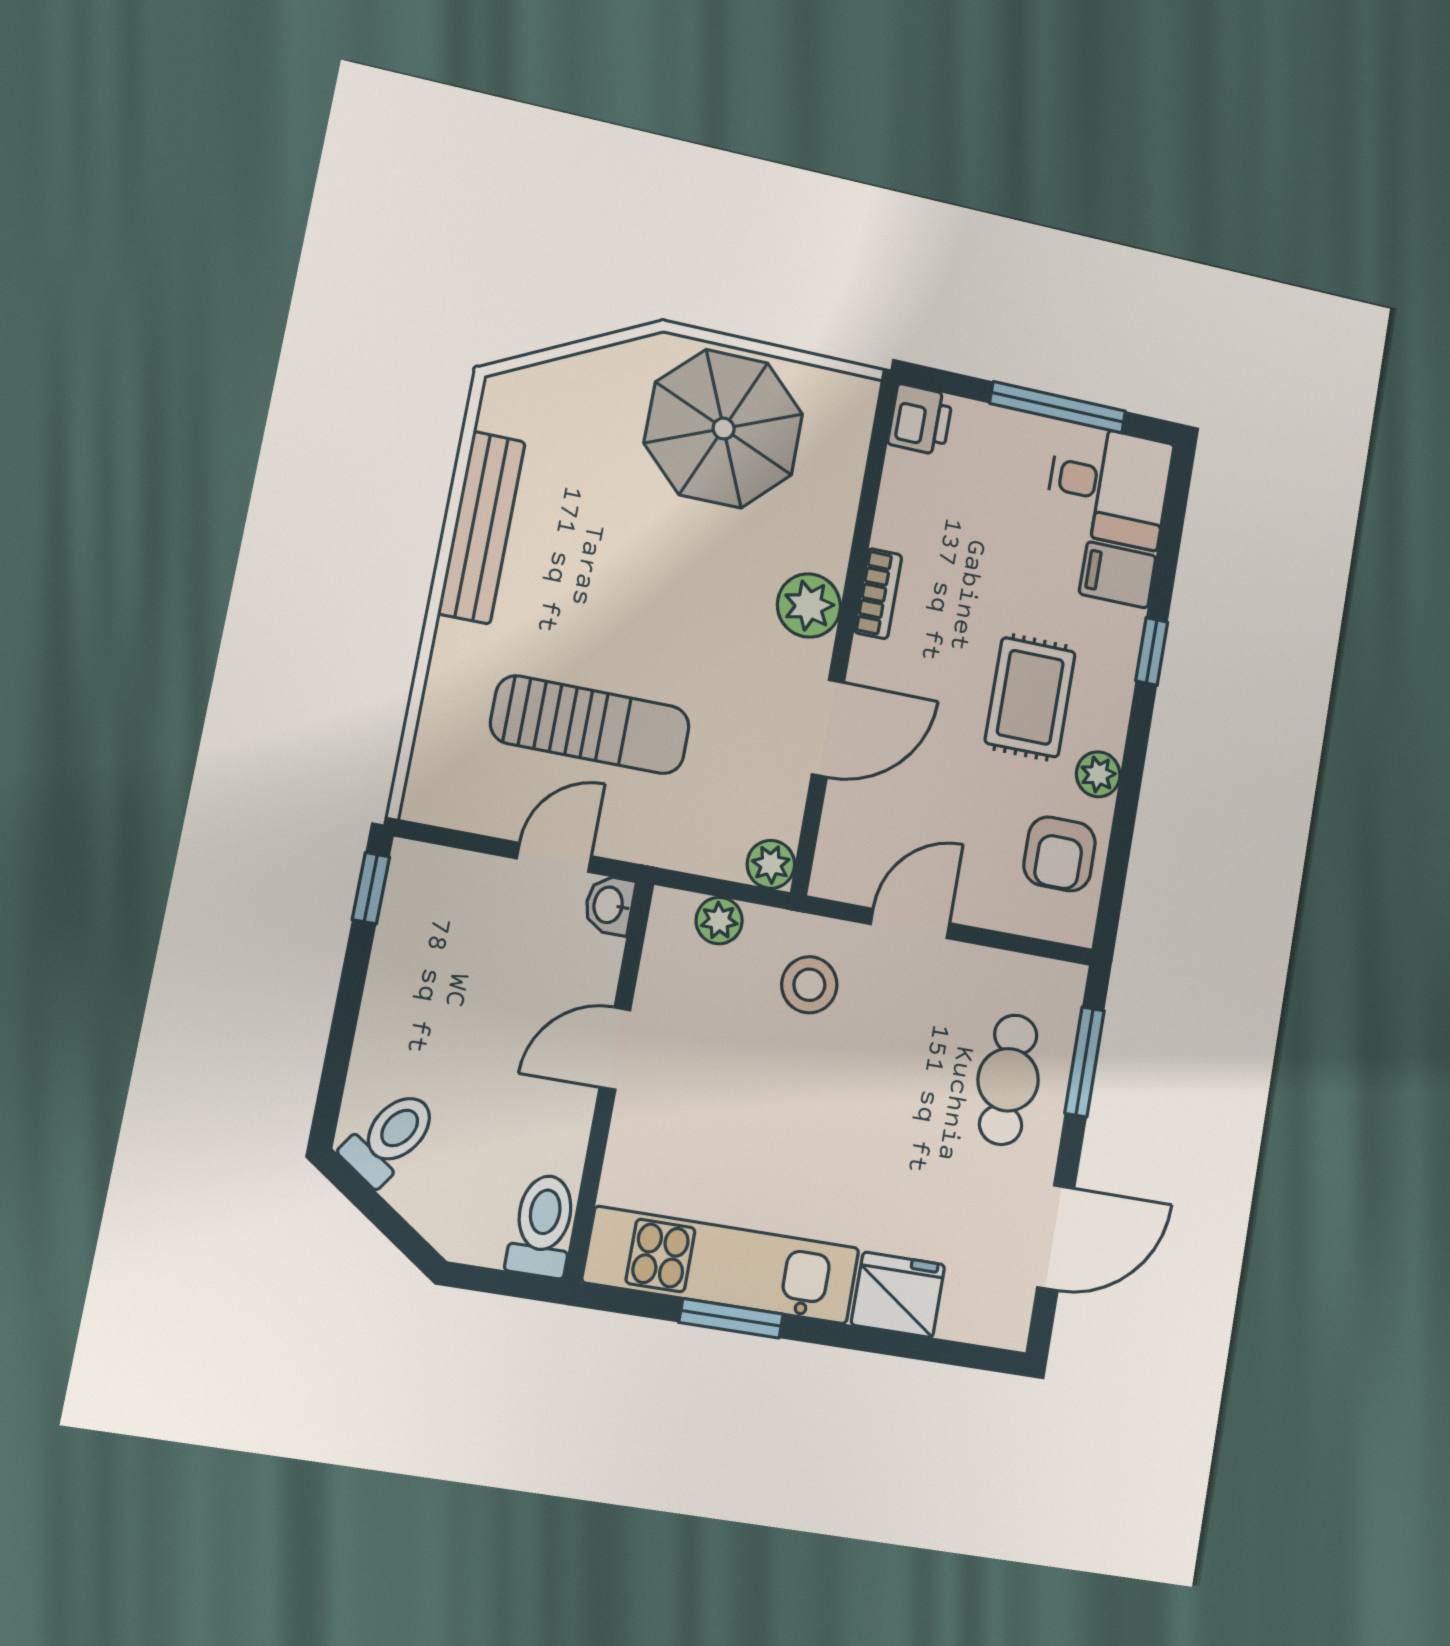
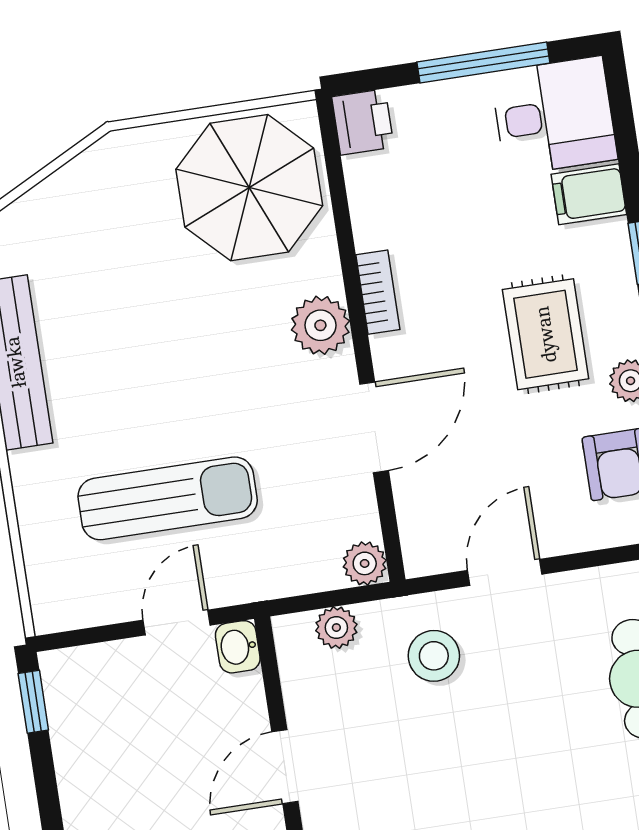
parasol: (724, 429) -> (249, 188), moved

